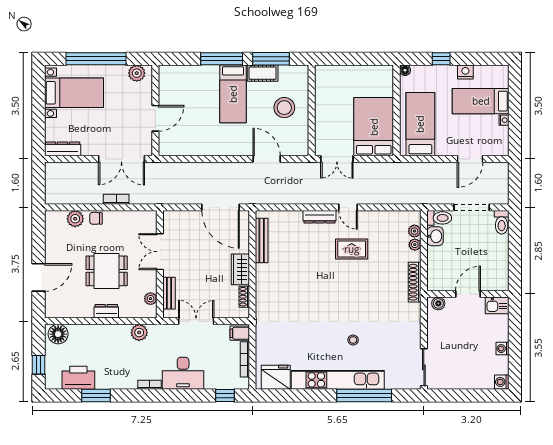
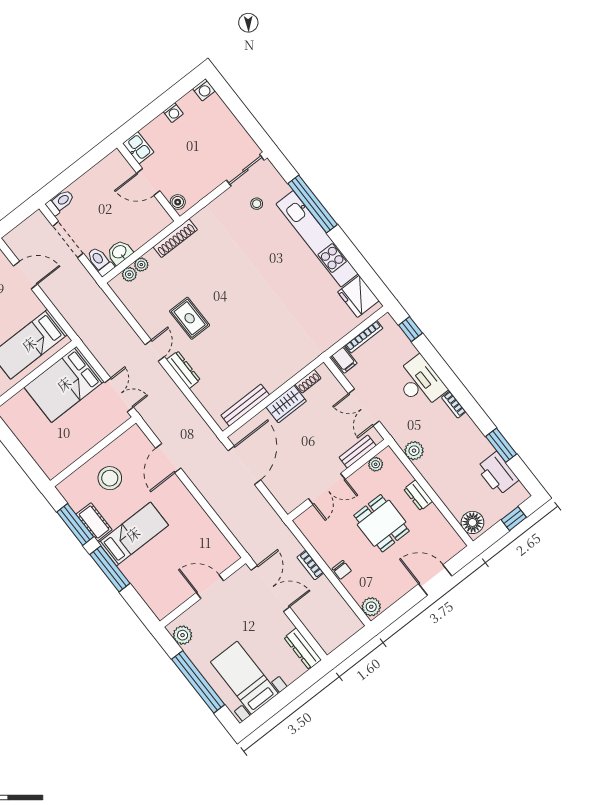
plant: (75, 219) -> (371, 607), moved
stool: (353, 340) -> (257, 204), moved

